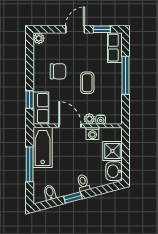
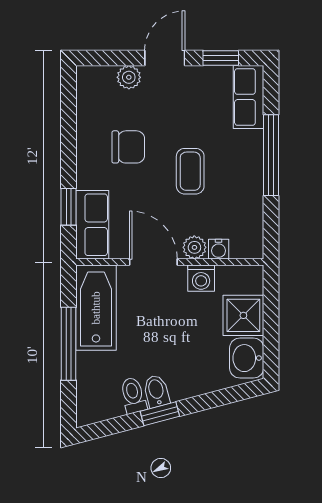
plant: (39, 38) -> (129, 77), moved
toilet: (83, 183) -> (133, 395), moved
bidet: (50, 193) -> (156, 391), moved

